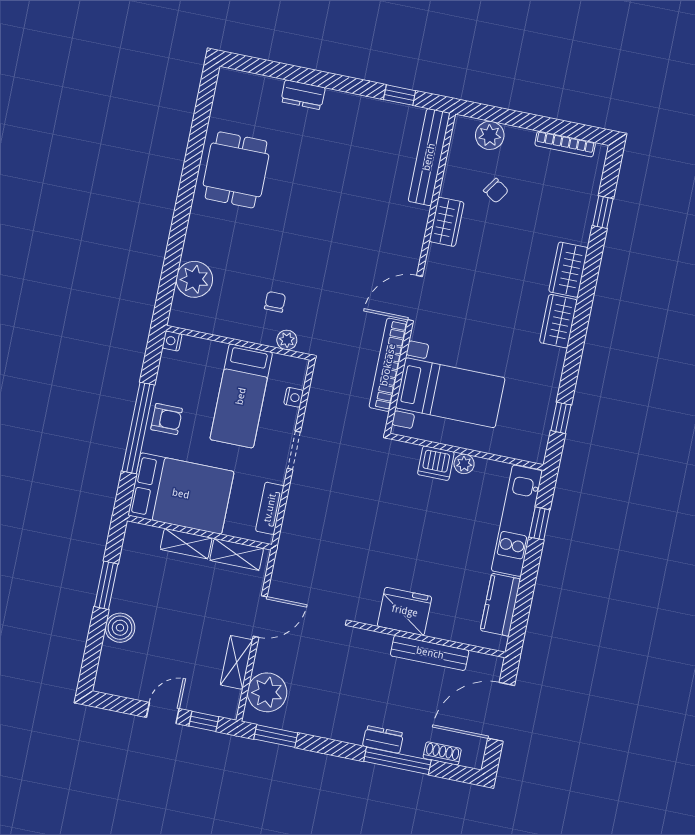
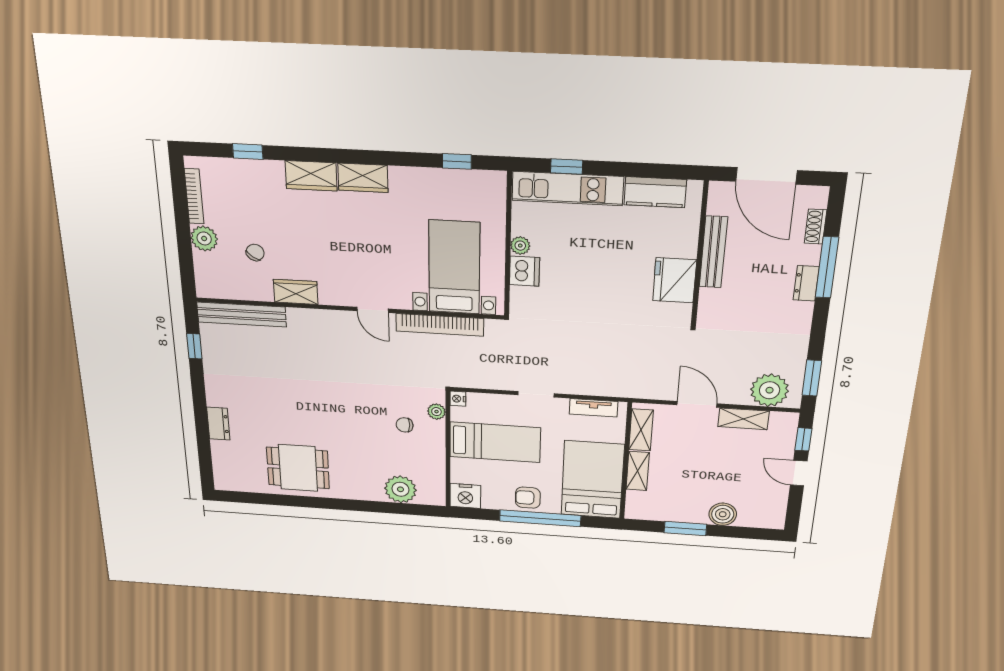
plant: (490, 135) -> (204, 238), moved
door: (415, 298) -> (373, 310), width x0.73
nightstand: (172, 341) -> (465, 496), width x1.89, depth x1.79
nightstand: (294, 397) -> (458, 399), moved, turned -90
armchair: (167, 419) -> (528, 498), turned -90

